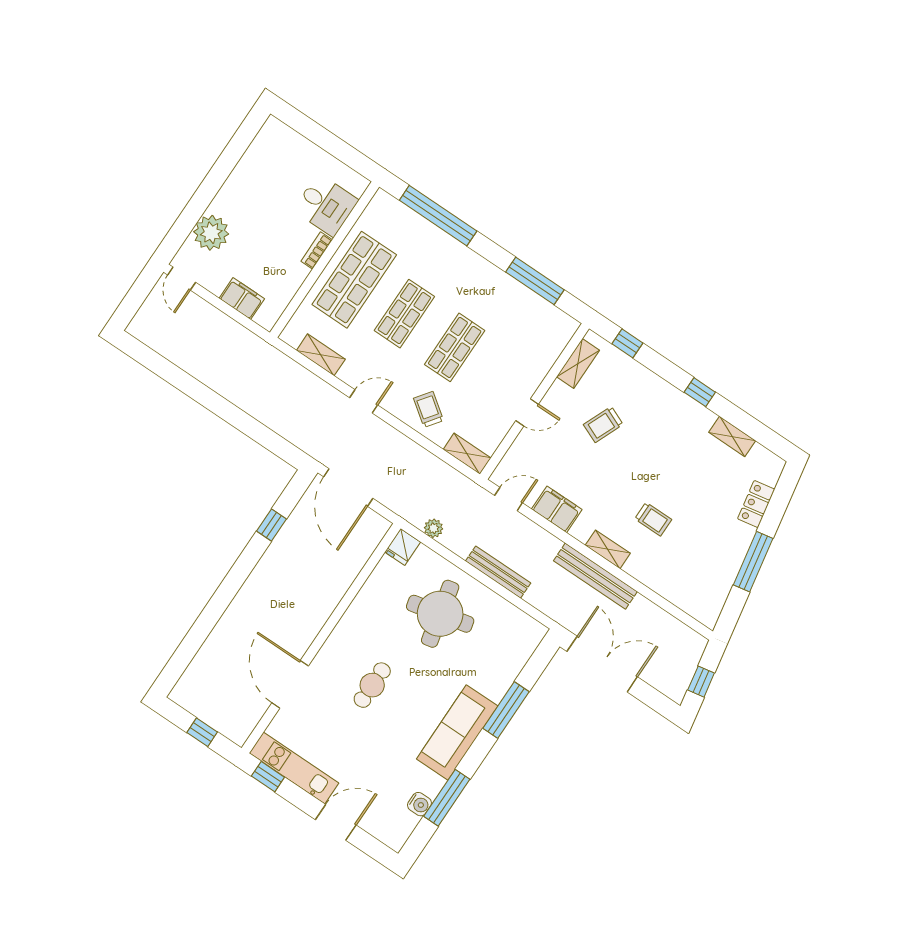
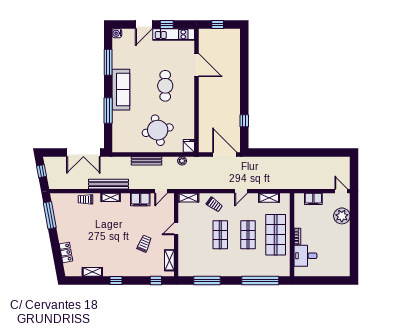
trolley: (653, 519) -> (85, 199), moved
window: (753, 562) -> (50, 215), moved
cafe table: (372, 685) -> (165, 86), width x1.37, depth x1.35
window: (268, 777) -> (167, 24), moved
water cooler: (419, 804) -> (117, 33), moved

